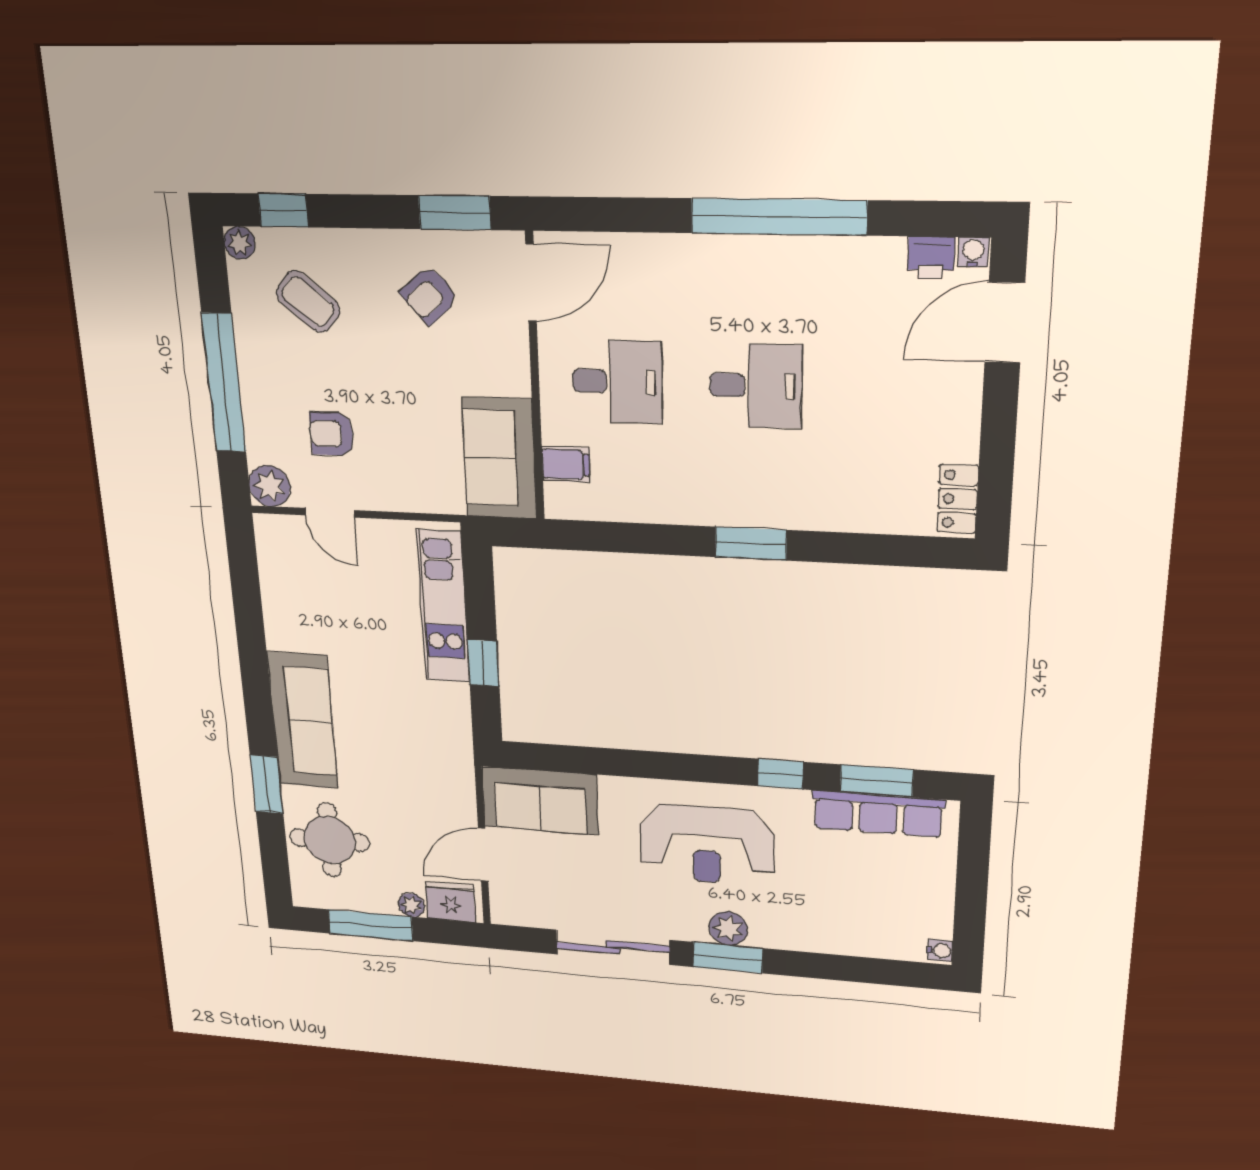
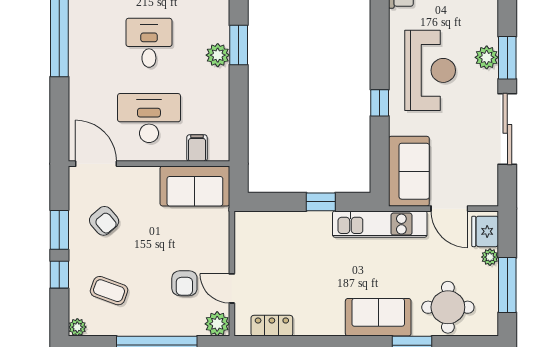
window: (283, 210) -> (59, 275), moved
window: (455, 213) -> (59, 230), moved
coffee table: (308, 301) -> (109, 291), turned 70
desk: (617, 382) -> (149, 118), width x1.37
plant: (733, 507) -> (218, 55), added
door: (330, 513) -> (232, 288), swing flipped
locker: (275, 574) -> (272, 326), added
kitchen unit: (443, 607) -> (380, 224), moved
sofa: (303, 721) -> (378, 317), width x0.73
window: (780, 774) -> (380, 103), moved

